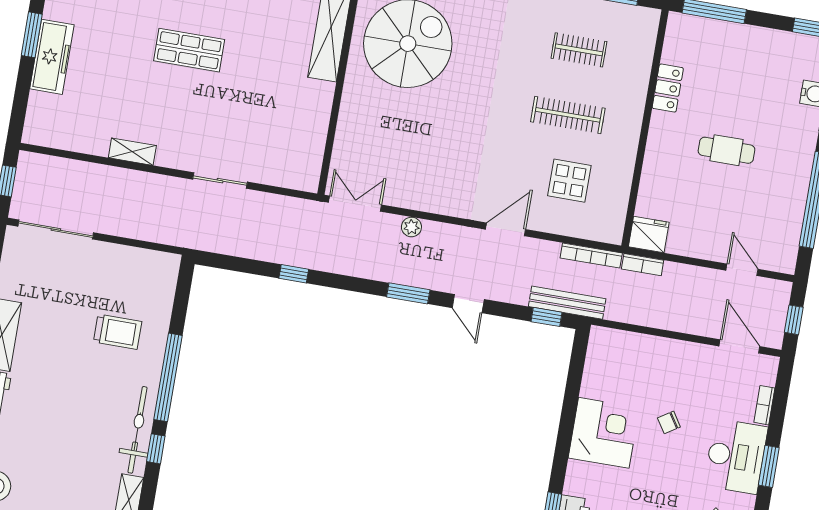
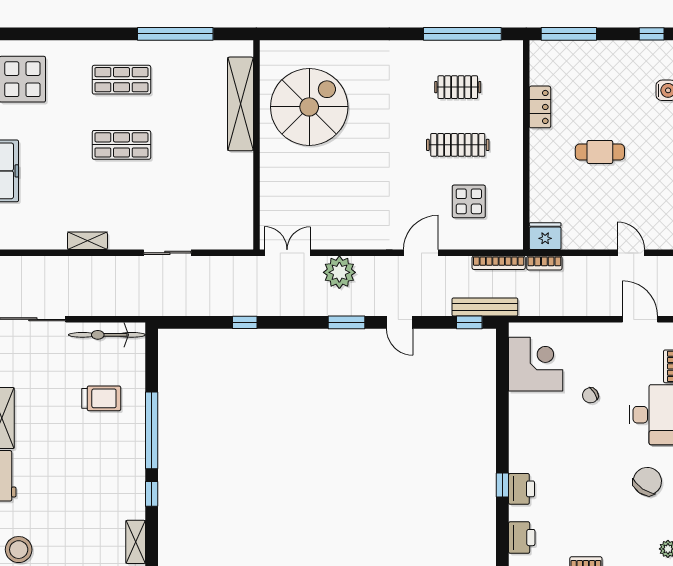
plant: (411, 227) -> (339, 272), width x1.88, depth x1.88
bicycle: (137, 430) -> (107, 335), moved, turned -90
corner desk: (604, 433) -> (536, 364), moved

